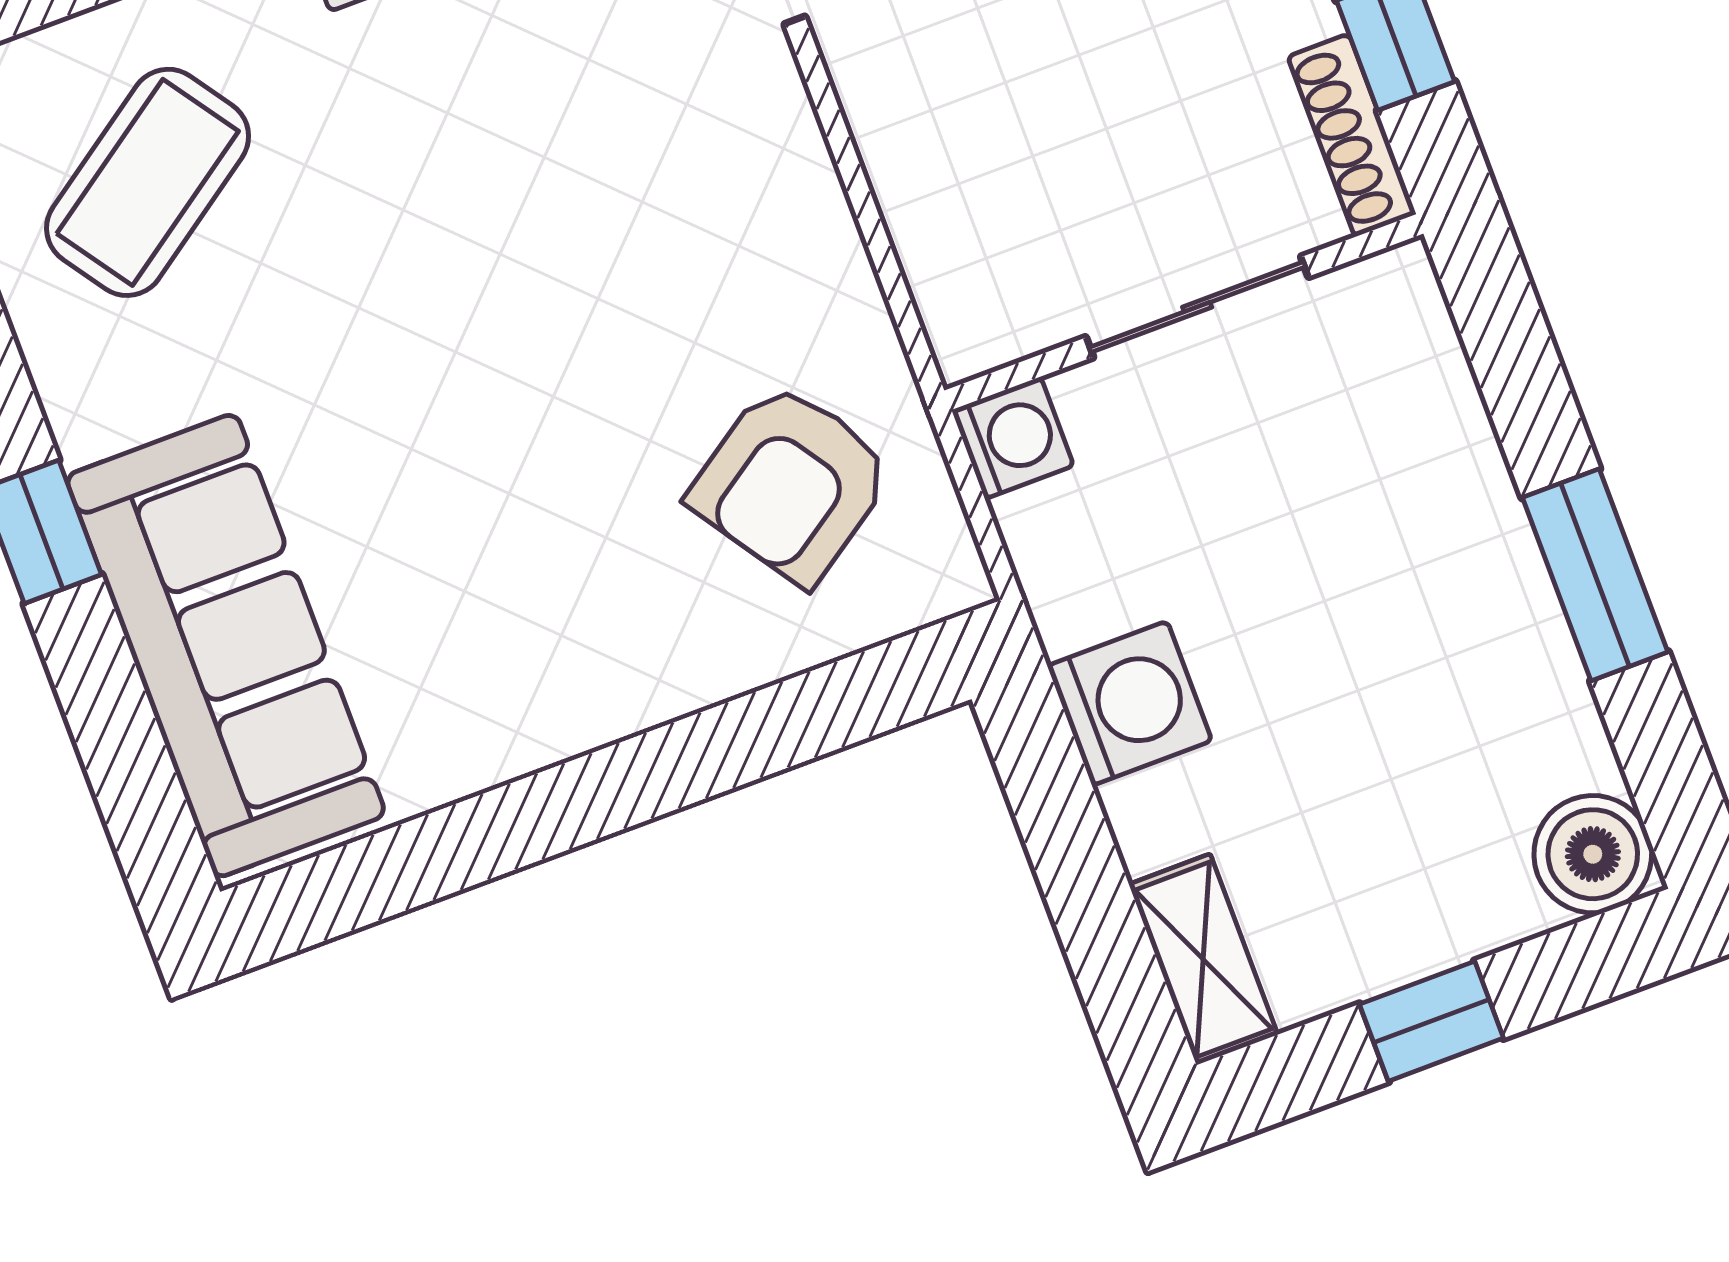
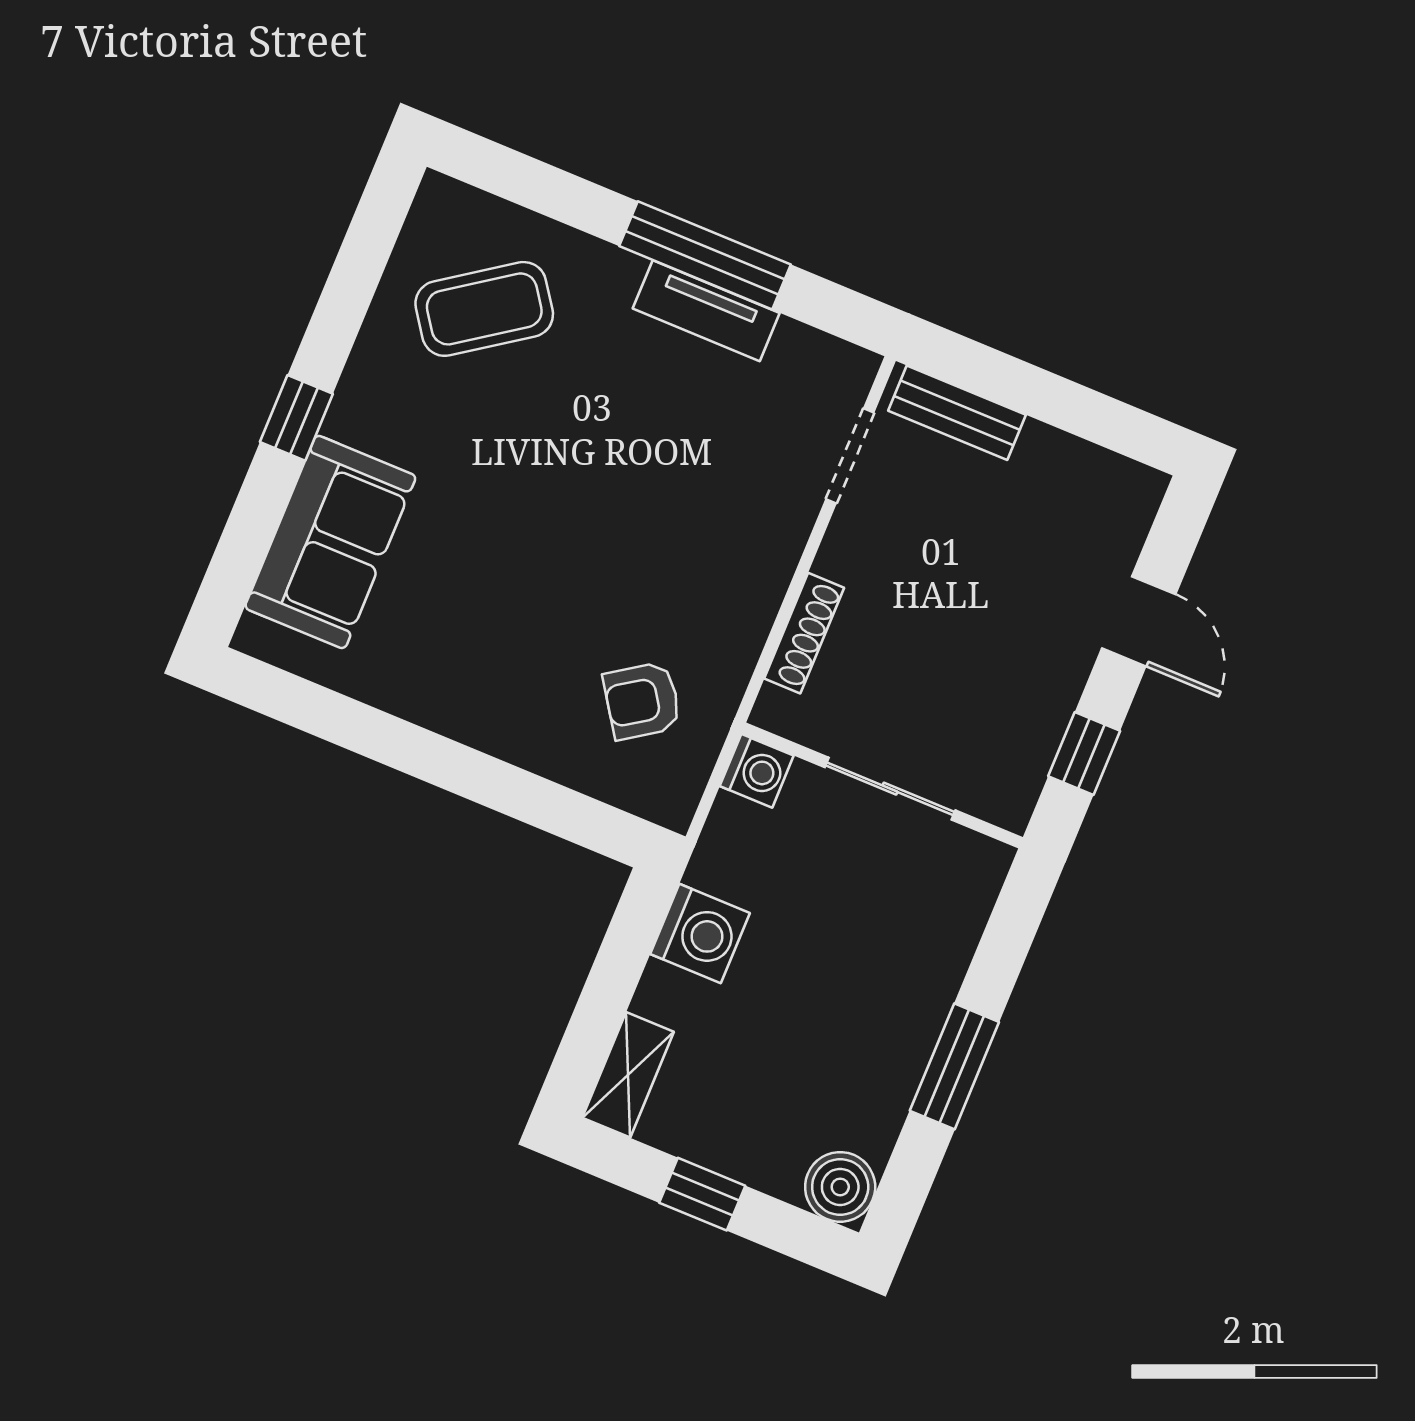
shoe rack: (1352, 135) -> (804, 633), moved, turned 180
armchair: (791, 483) -> (642, 701), width x0.72, depth x0.72
sofa: (226, 646) -> (330, 542), width x0.73

